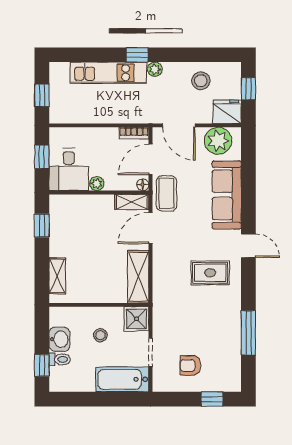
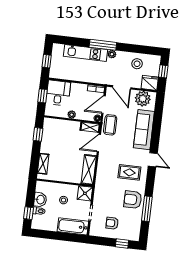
window: (137, 55) -> (103, 45), width x2.17
desk: (69, 169) -> (58, 93), moved, turned 180
armchair: (222, 320) -> (133, 200), added

